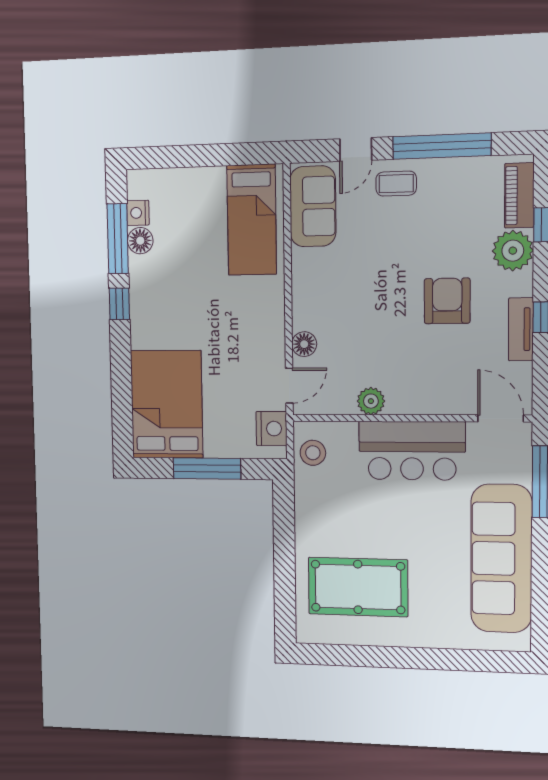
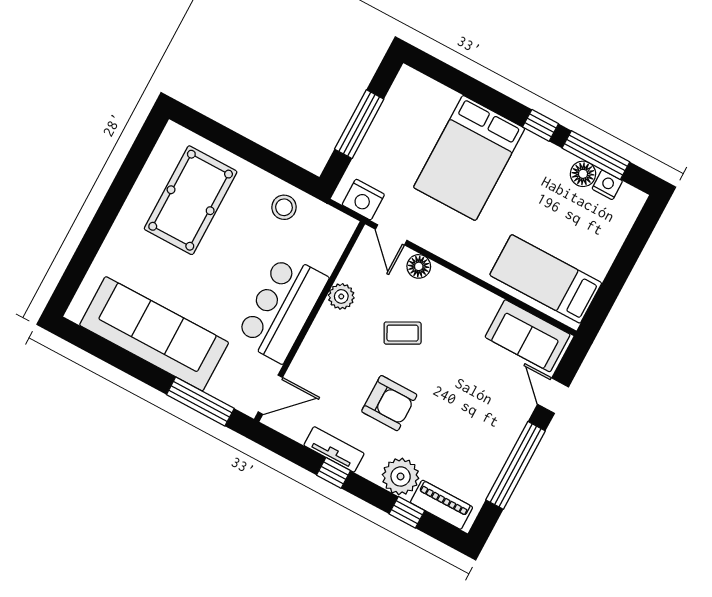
coffee table: (396, 184) -> (403, 333), moved, turned 62
bed: (167, 404) -> (469, 158), moved, turned 90
stool: (313, 453) -> (284, 207), moved

